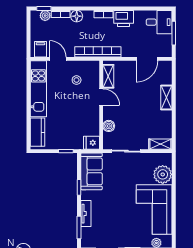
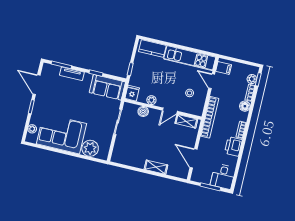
door: (58, 59) -> (212, 81), swing flipped
plant: (94, 120) -> (151, 100), added
shelving: (160, 144) -> (117, 153), removed

